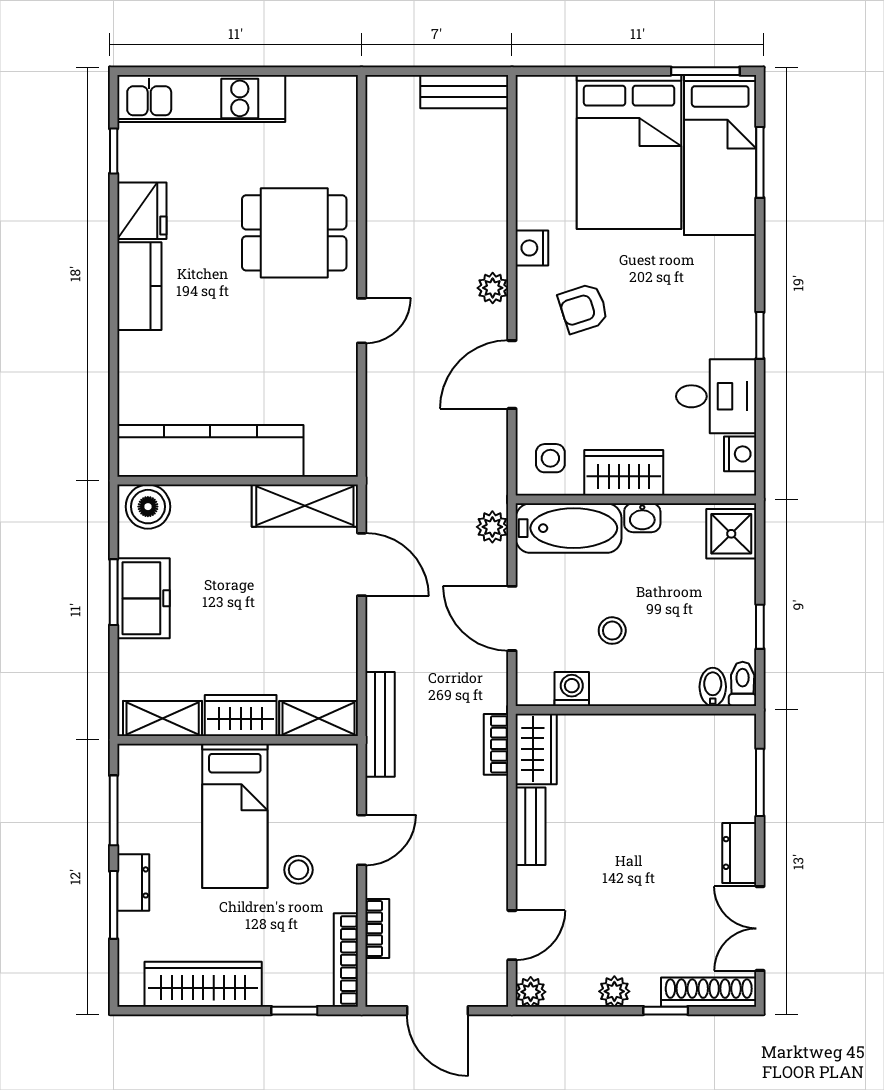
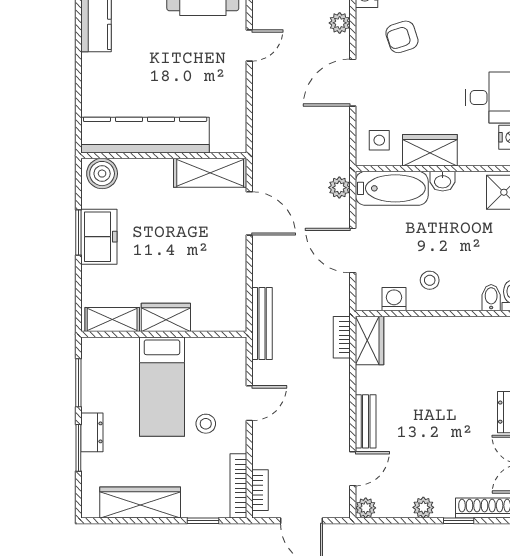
stool: (612, 631) -> (430, 280), moved
shelving: (319, 719) -> (220, 320), removed
bench: (531, 826) -> (366, 421), moved
bookcase: (377, 929) -> (260, 490), moved

